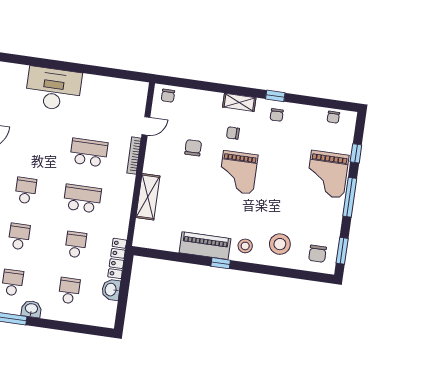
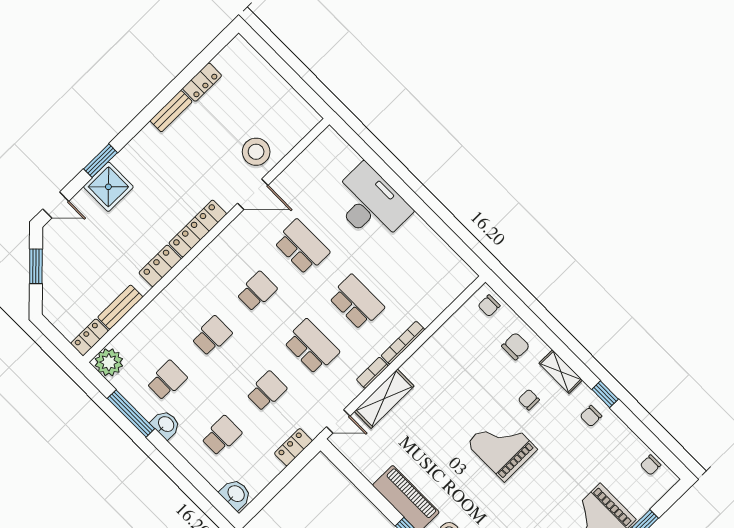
door: (146, 126) -> (338, 421), moved
school desk: (32, 144) -> (302, 247), added
chair: (193, 148) -> (516, 346), moved
grand piano: (238, 172) -> (502, 447), turned 90
bookcase: (129, 187) -> (372, 373), added
locker: (117, 258) -> (293, 447), width x0.66
washbasin: (111, 290) -> (236, 494), moved, turned 90

